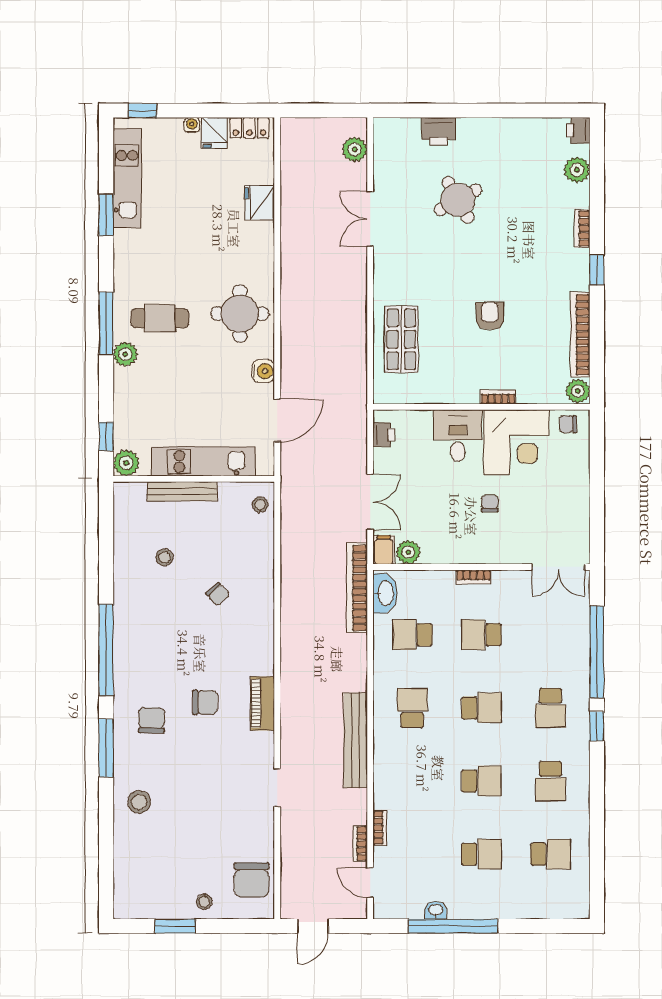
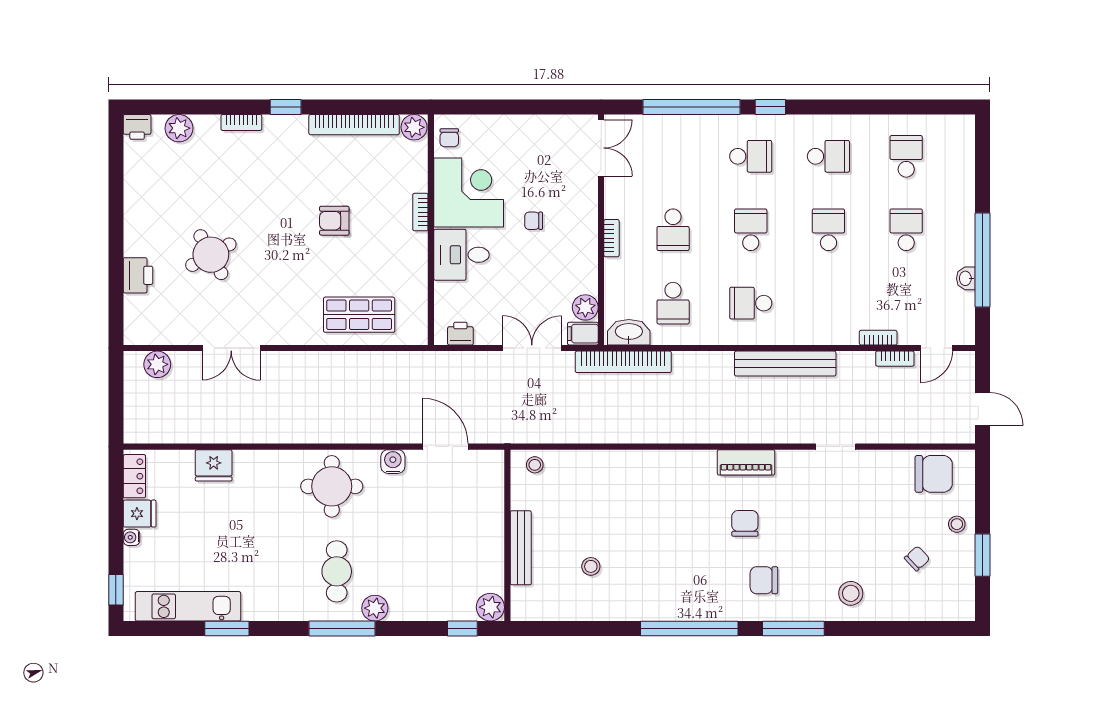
kitchen unit: (203, 461) -> (489, 525), removed
chair: (218, 594) -> (917, 558), moved

